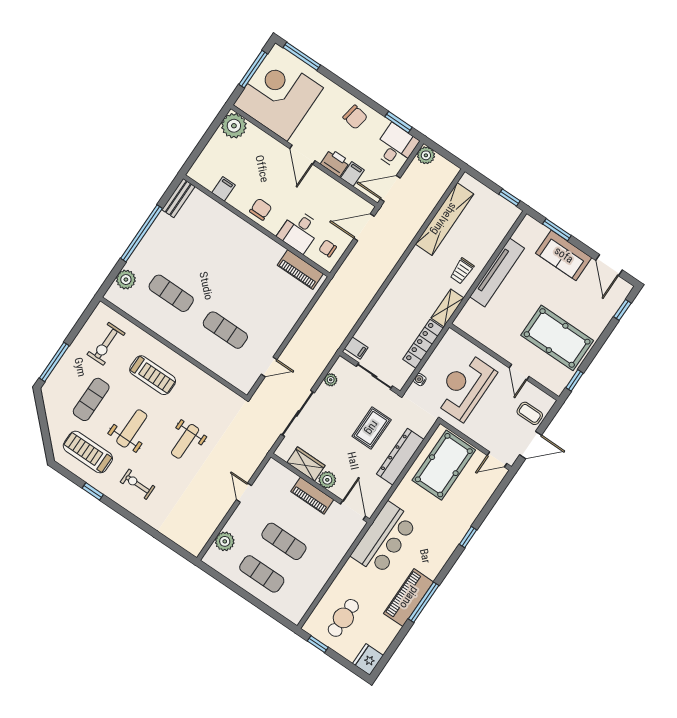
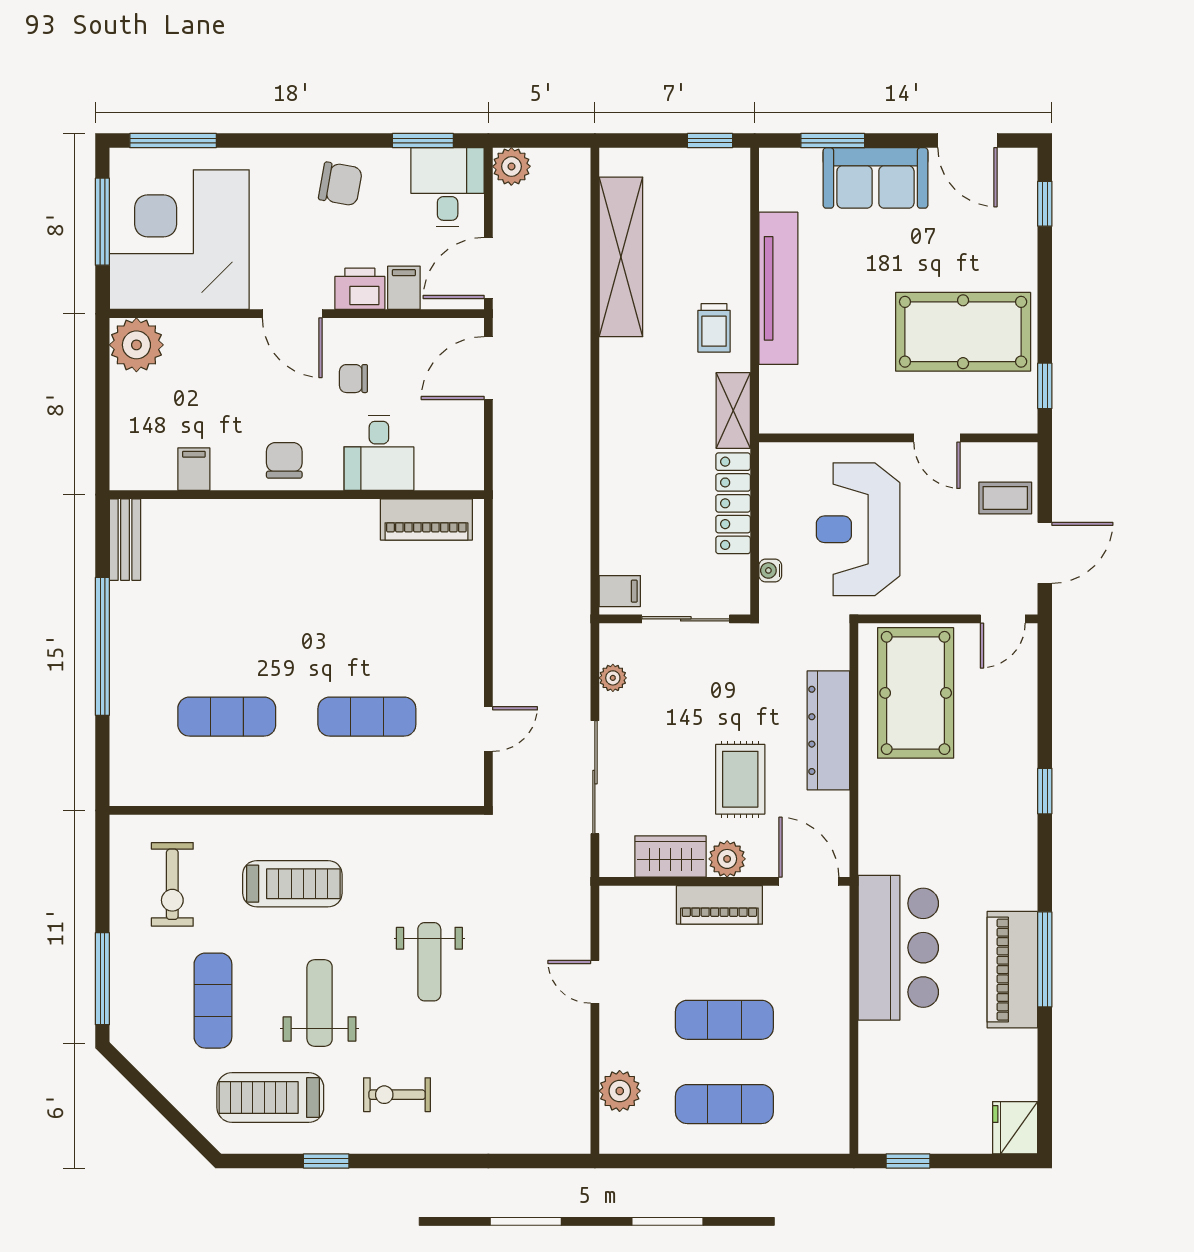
chair: (328, 248) -> (353, 379), moved
plant: (126, 280) -> (130, 747), removed
rug: (372, 428) -> (740, 779), moved
bar counter: (384, 539) -> (898, 948), moved
cafe table: (343, 618) -> (922, 1084), removed

